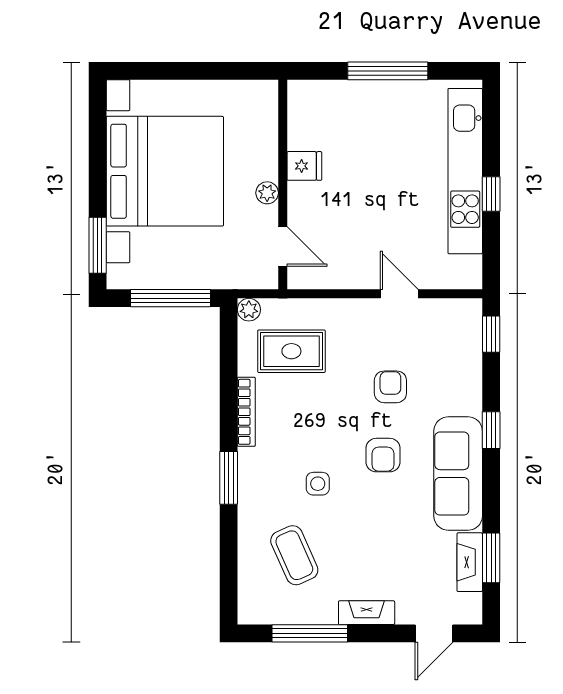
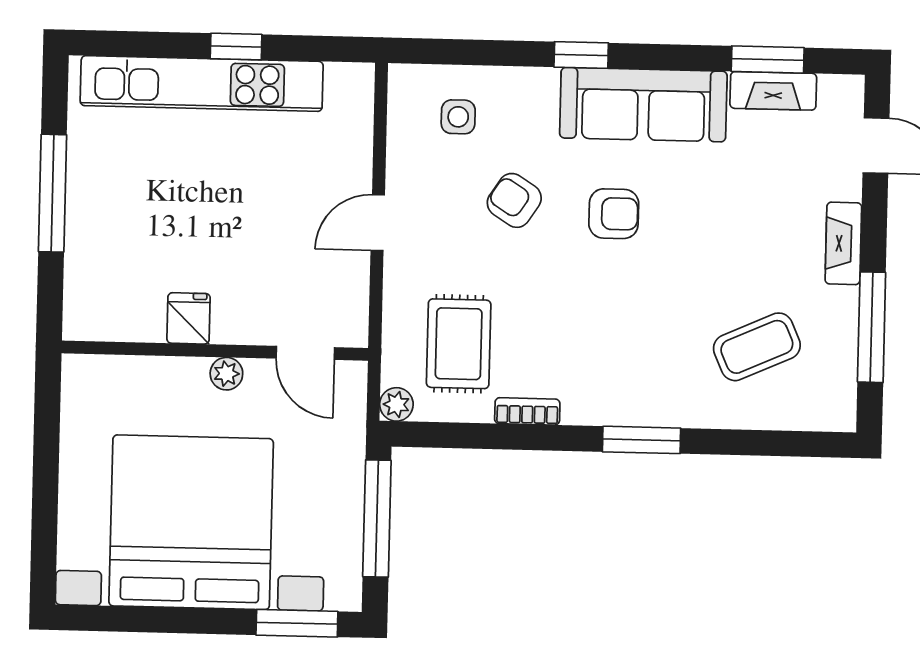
door: (283, 246) -> (305, 353), swing flipped
door: (399, 294) -> (378, 223), moved
window: (491, 334) -> (441, 52), removed
armchair: (390, 387) -> (514, 200), turned 33
bookcase: (246, 412) -> (527, 411), width x0.64
side table: (318, 484) -> (458, 117), moved

